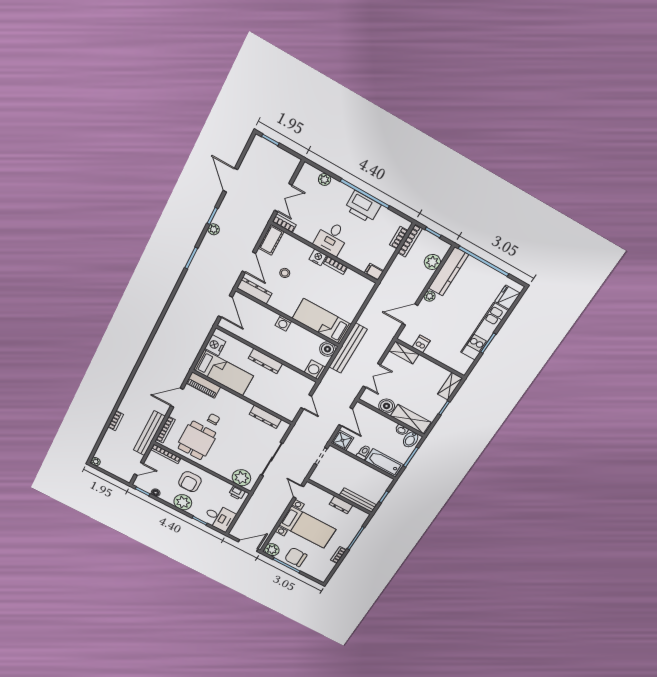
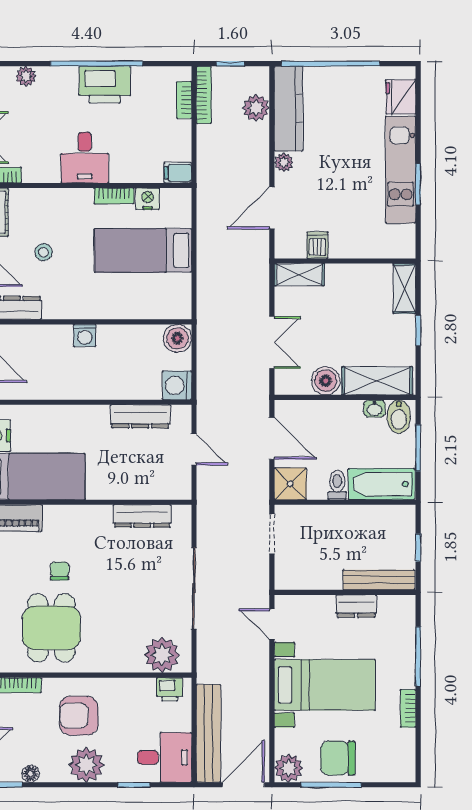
nightstand: (318, 257) -> (148, 199), moved
bed: (322, 321) -> (143, 250), moved
bench: (348, 348) -> (209, 733), moved
dresser: (265, 361) -> (140, 416), moved
armchair: (190, 482) -> (79, 716), turned 90

